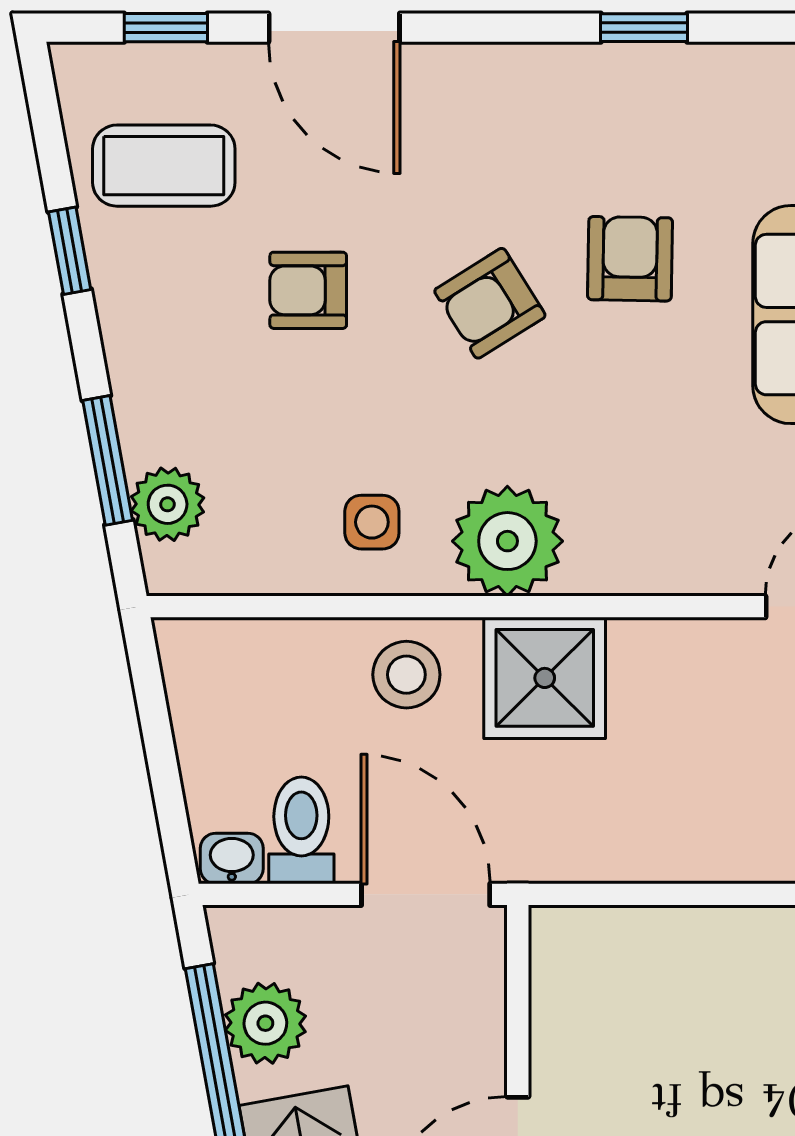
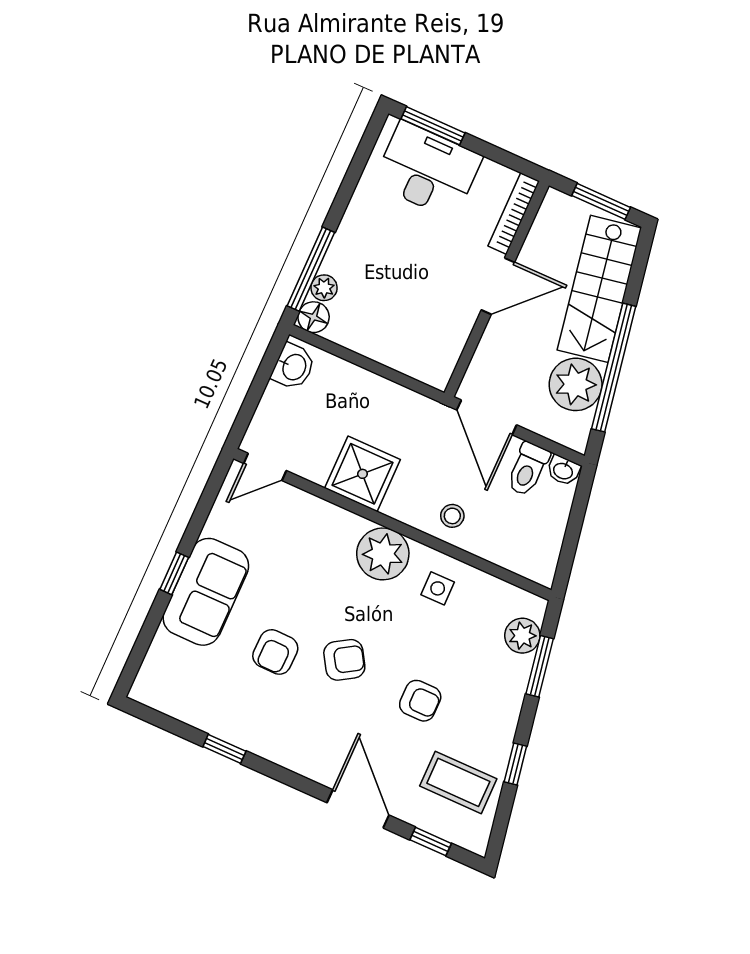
stool: (406, 675) -> (452, 516), width x0.73, depth x0.73
shower: (545, 678) -> (362, 474), moved
plant: (265, 1023) -> (576, 384), width x1.36, depth x1.36

